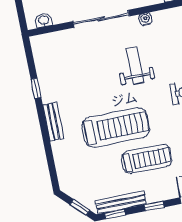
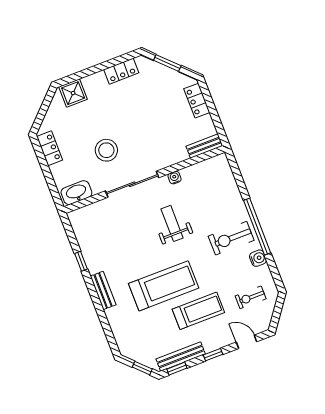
washbasin: (44, 20) -> (76, 193), width x1.91, depth x1.45

